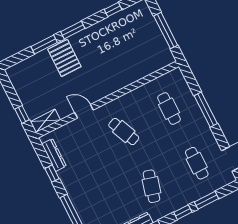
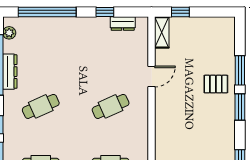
pallet: (64, 58) -> (216, 84), width x0.67, depth x0.71
dresser: (54, 155) -> (123, 24), width x0.70
cafe table: (151, 186) -> (41, 106), turned -39

